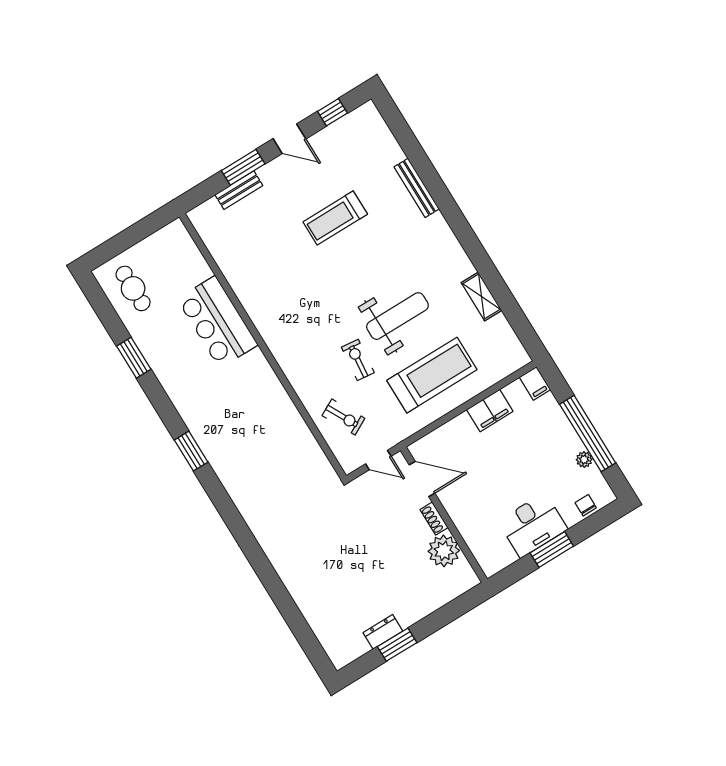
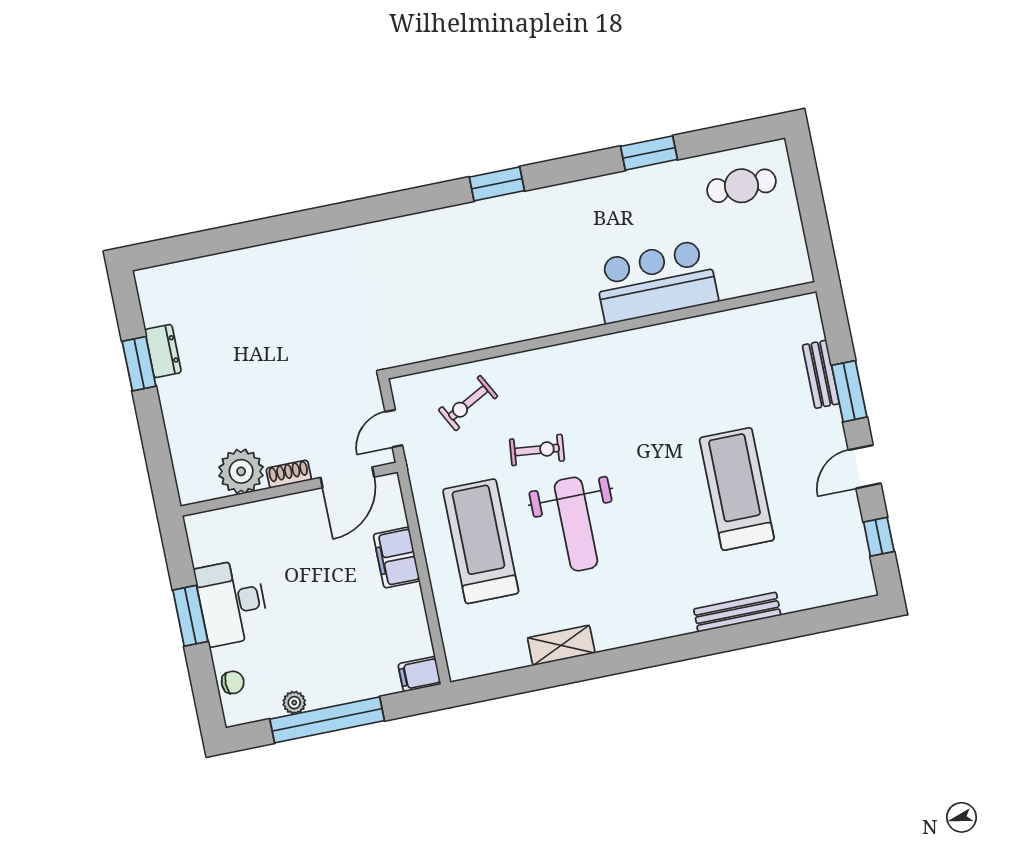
treadmill: (335, 218) -> (737, 489), width x1.37, depth x1.38
treadmill: (432, 375) -> (481, 541), turned 180
filing cabinet: (490, 410) -> (397, 558), moved

